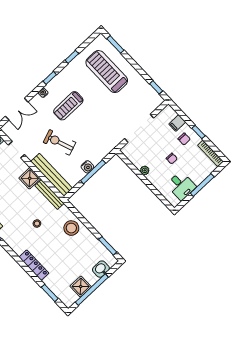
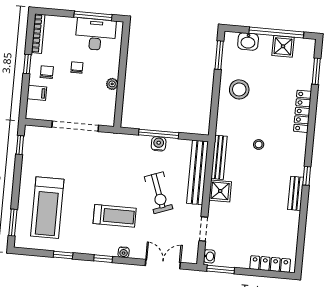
window: (202, 185) -> (93, 16), moved
desk: (181, 186) -> (96, 34), width x1.37
stool: (71, 228) -> (239, 89), moved

